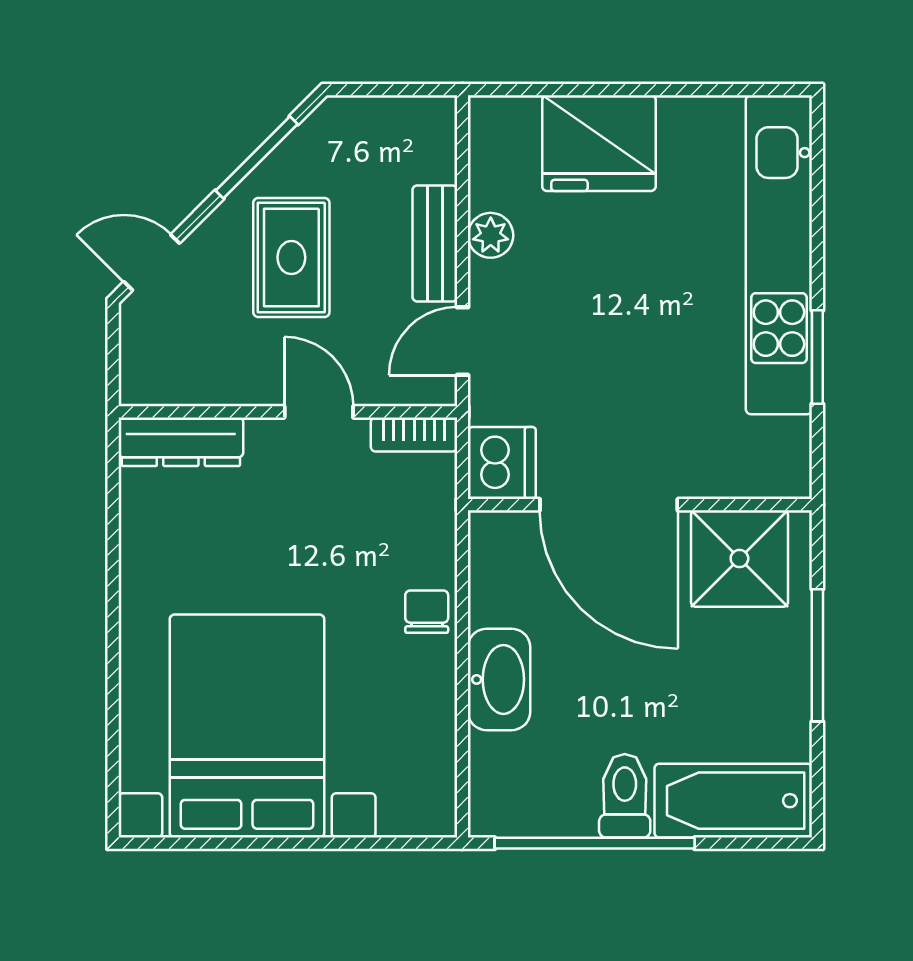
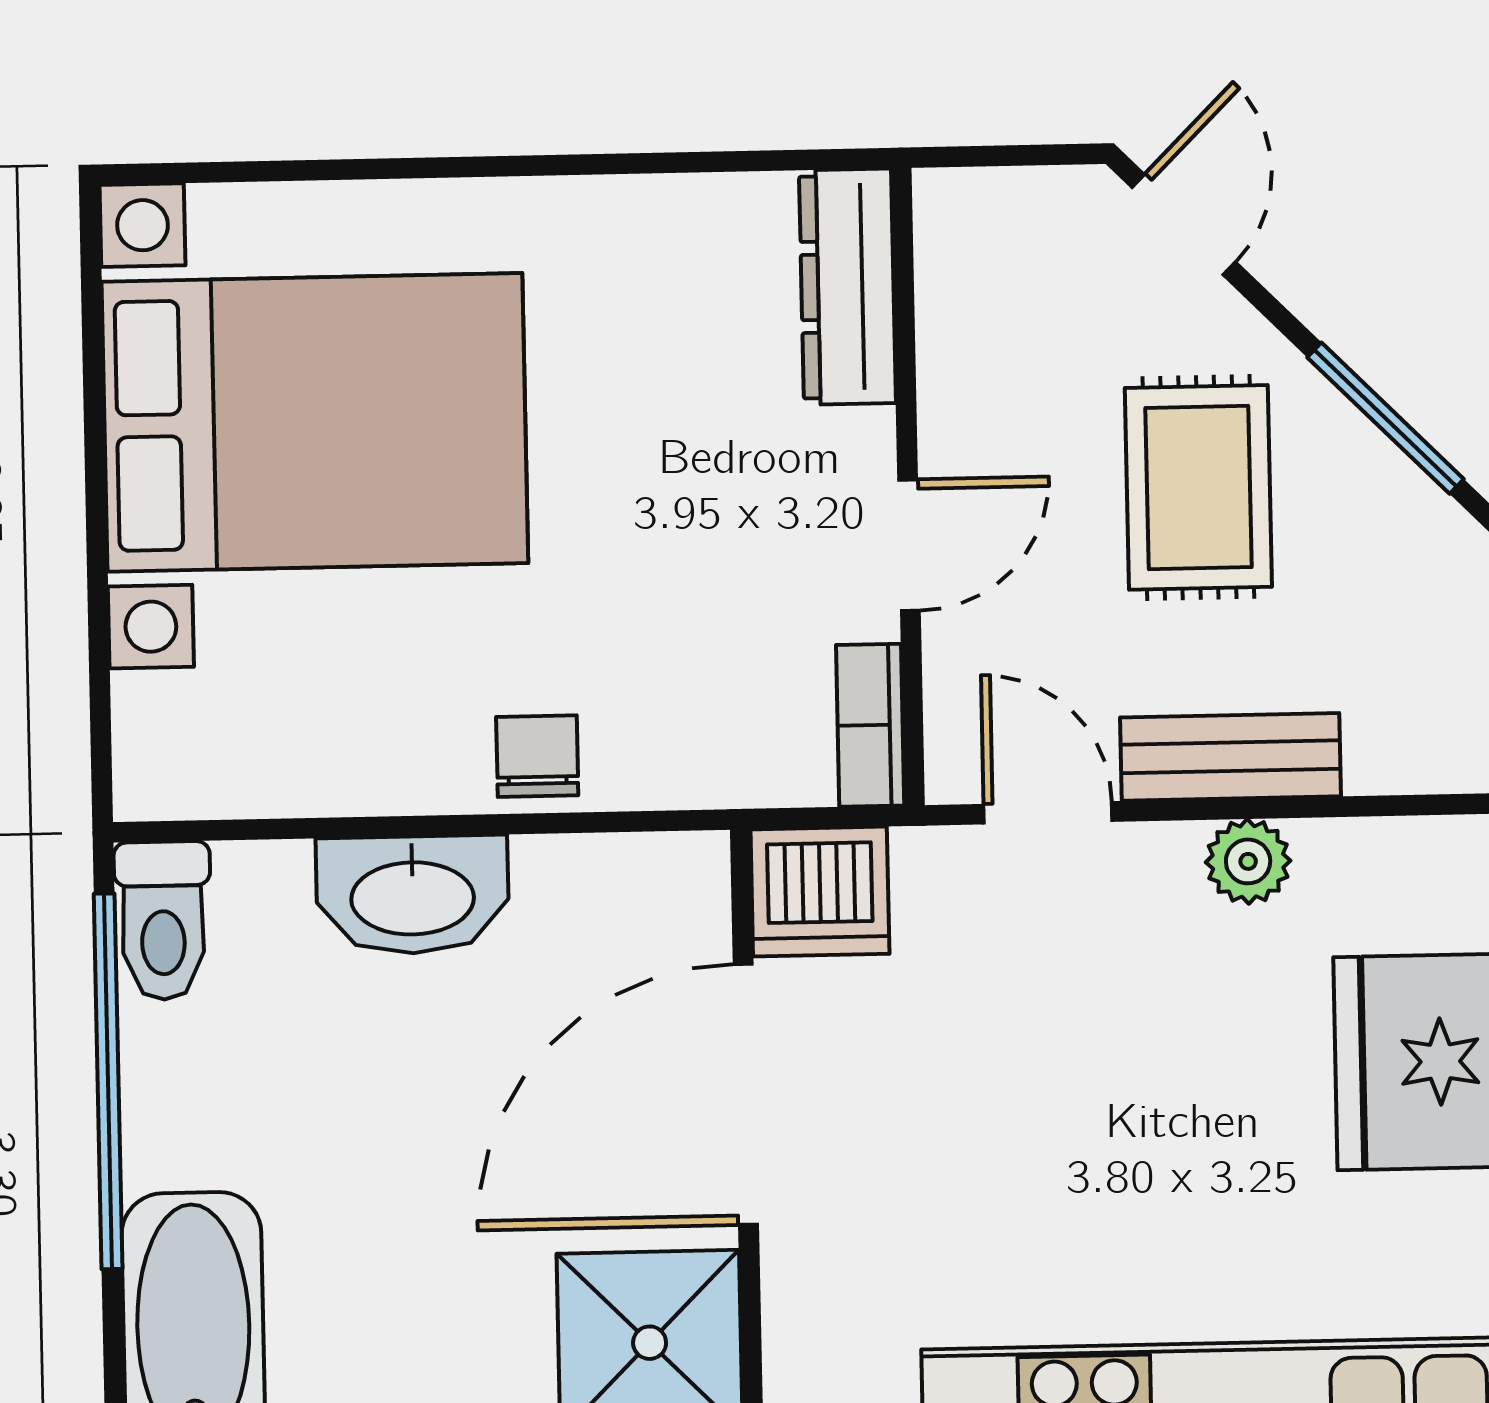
rug: (291, 258) -> (1198, 487), turned 90
chair: (427, 612) -> (537, 756), turned -90
toilet: (625, 796) -> (163, 921), moved, turned 90

